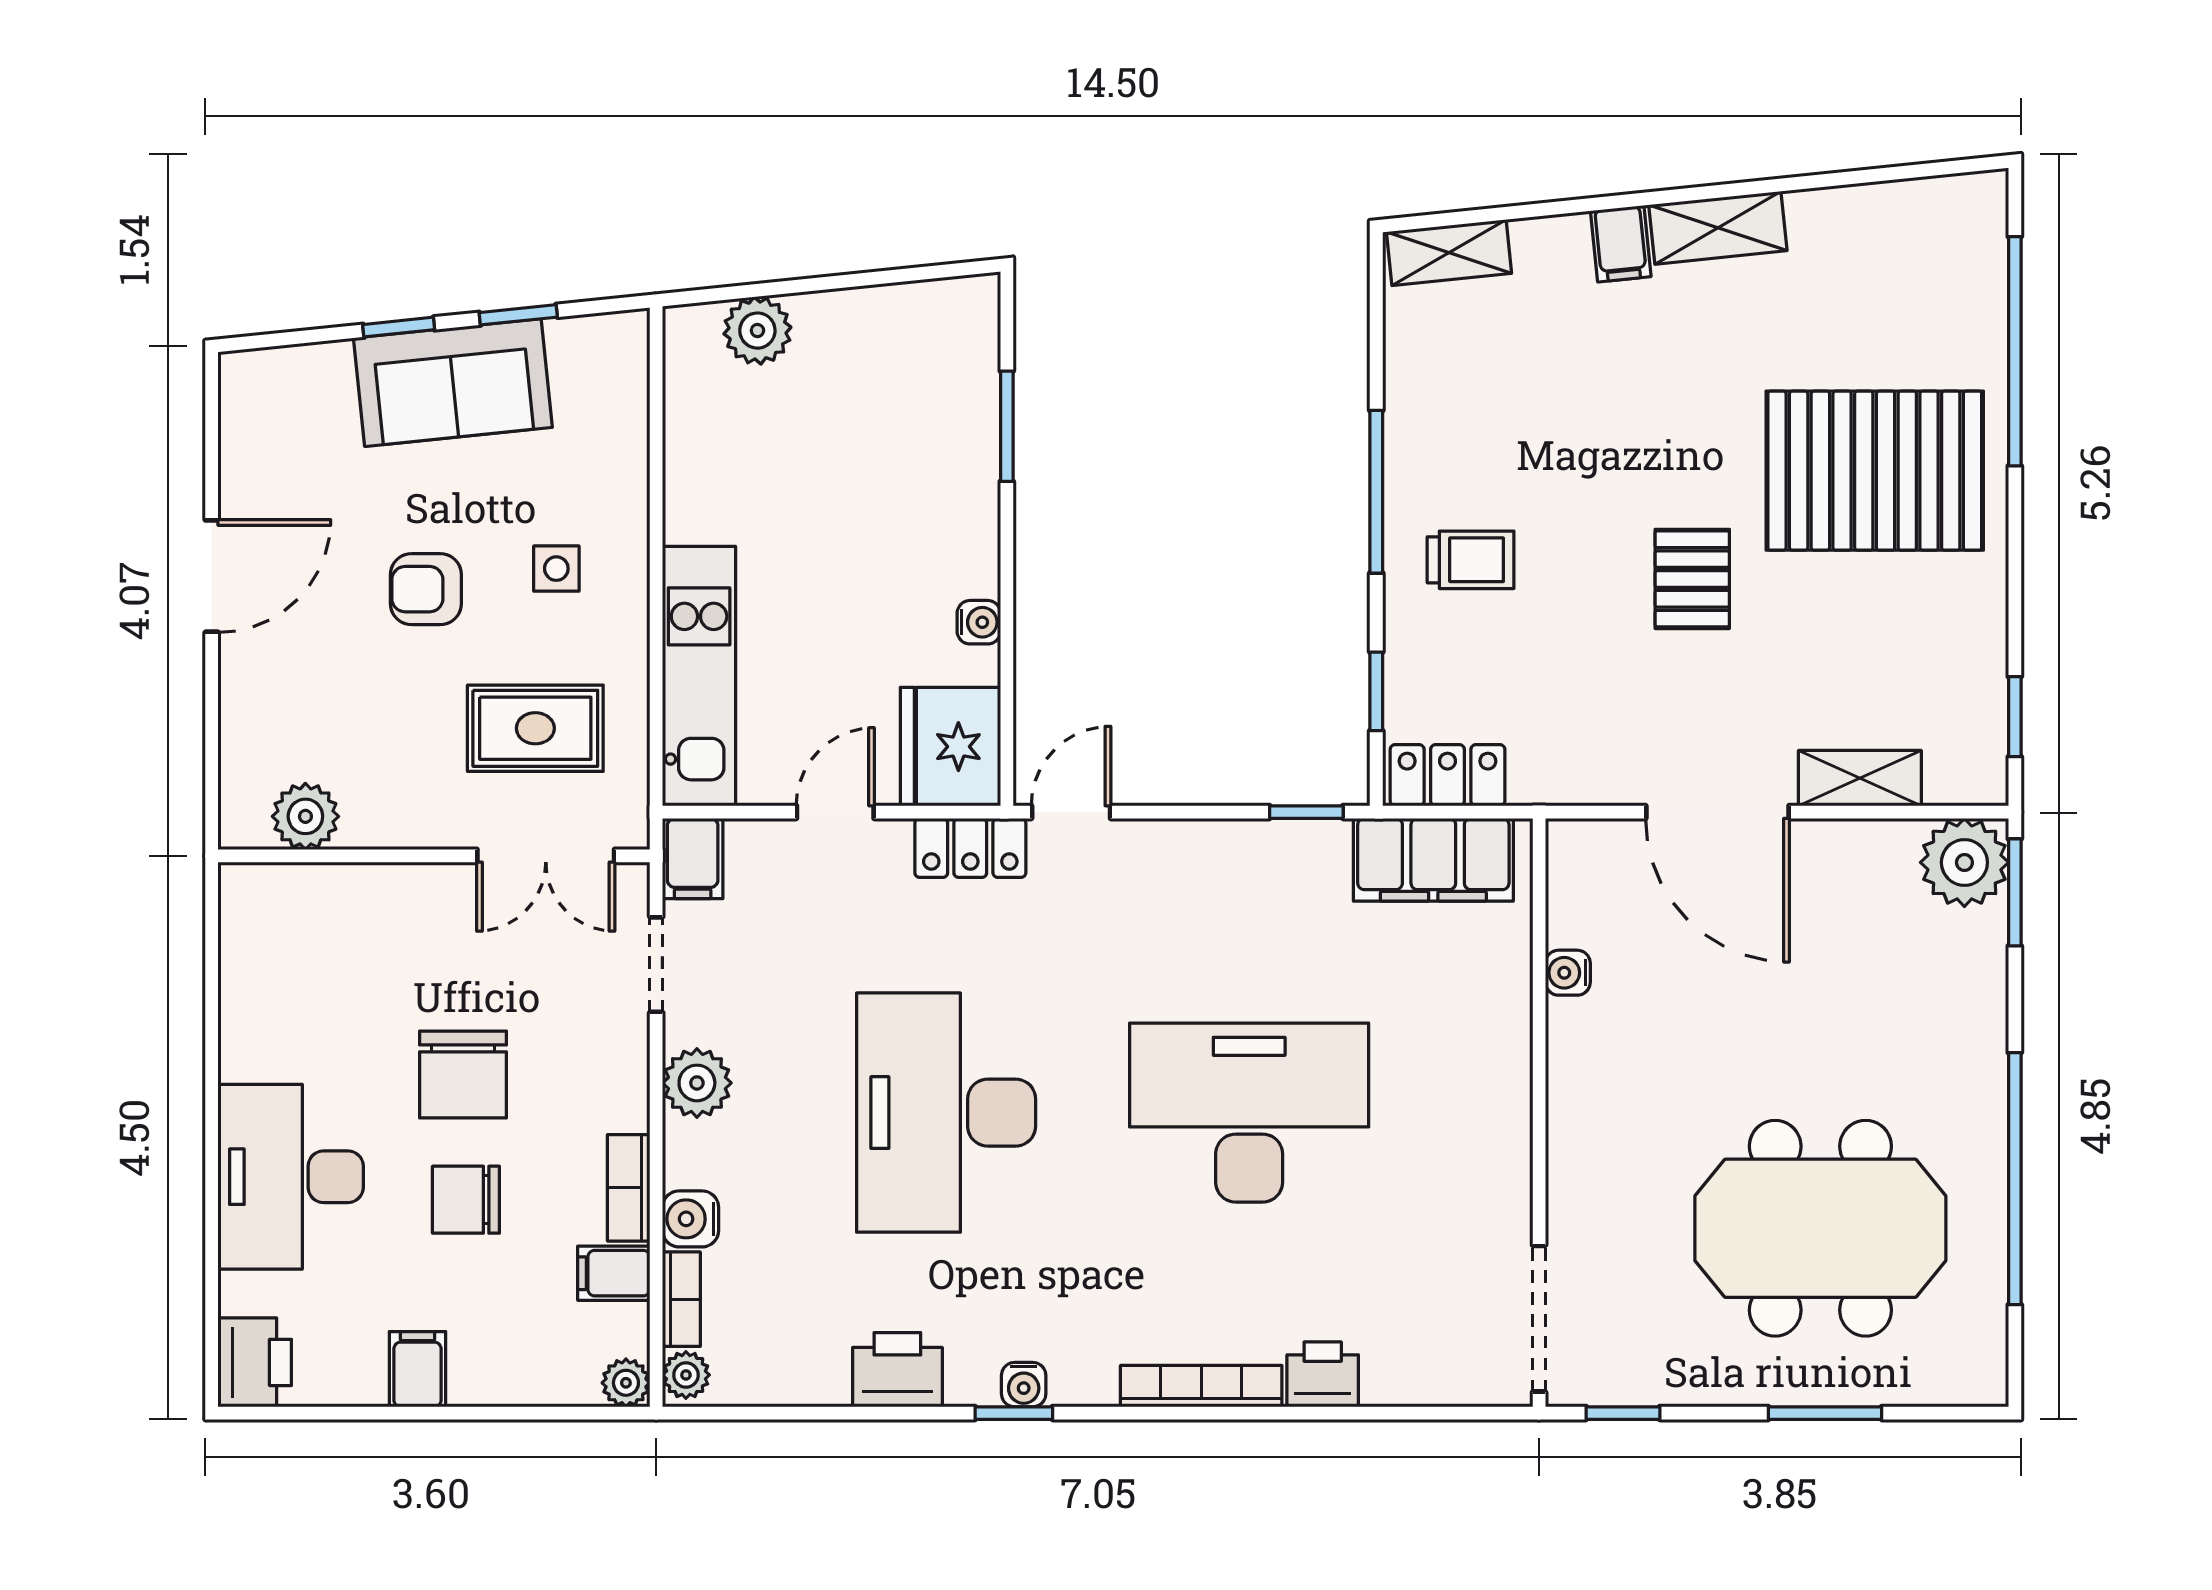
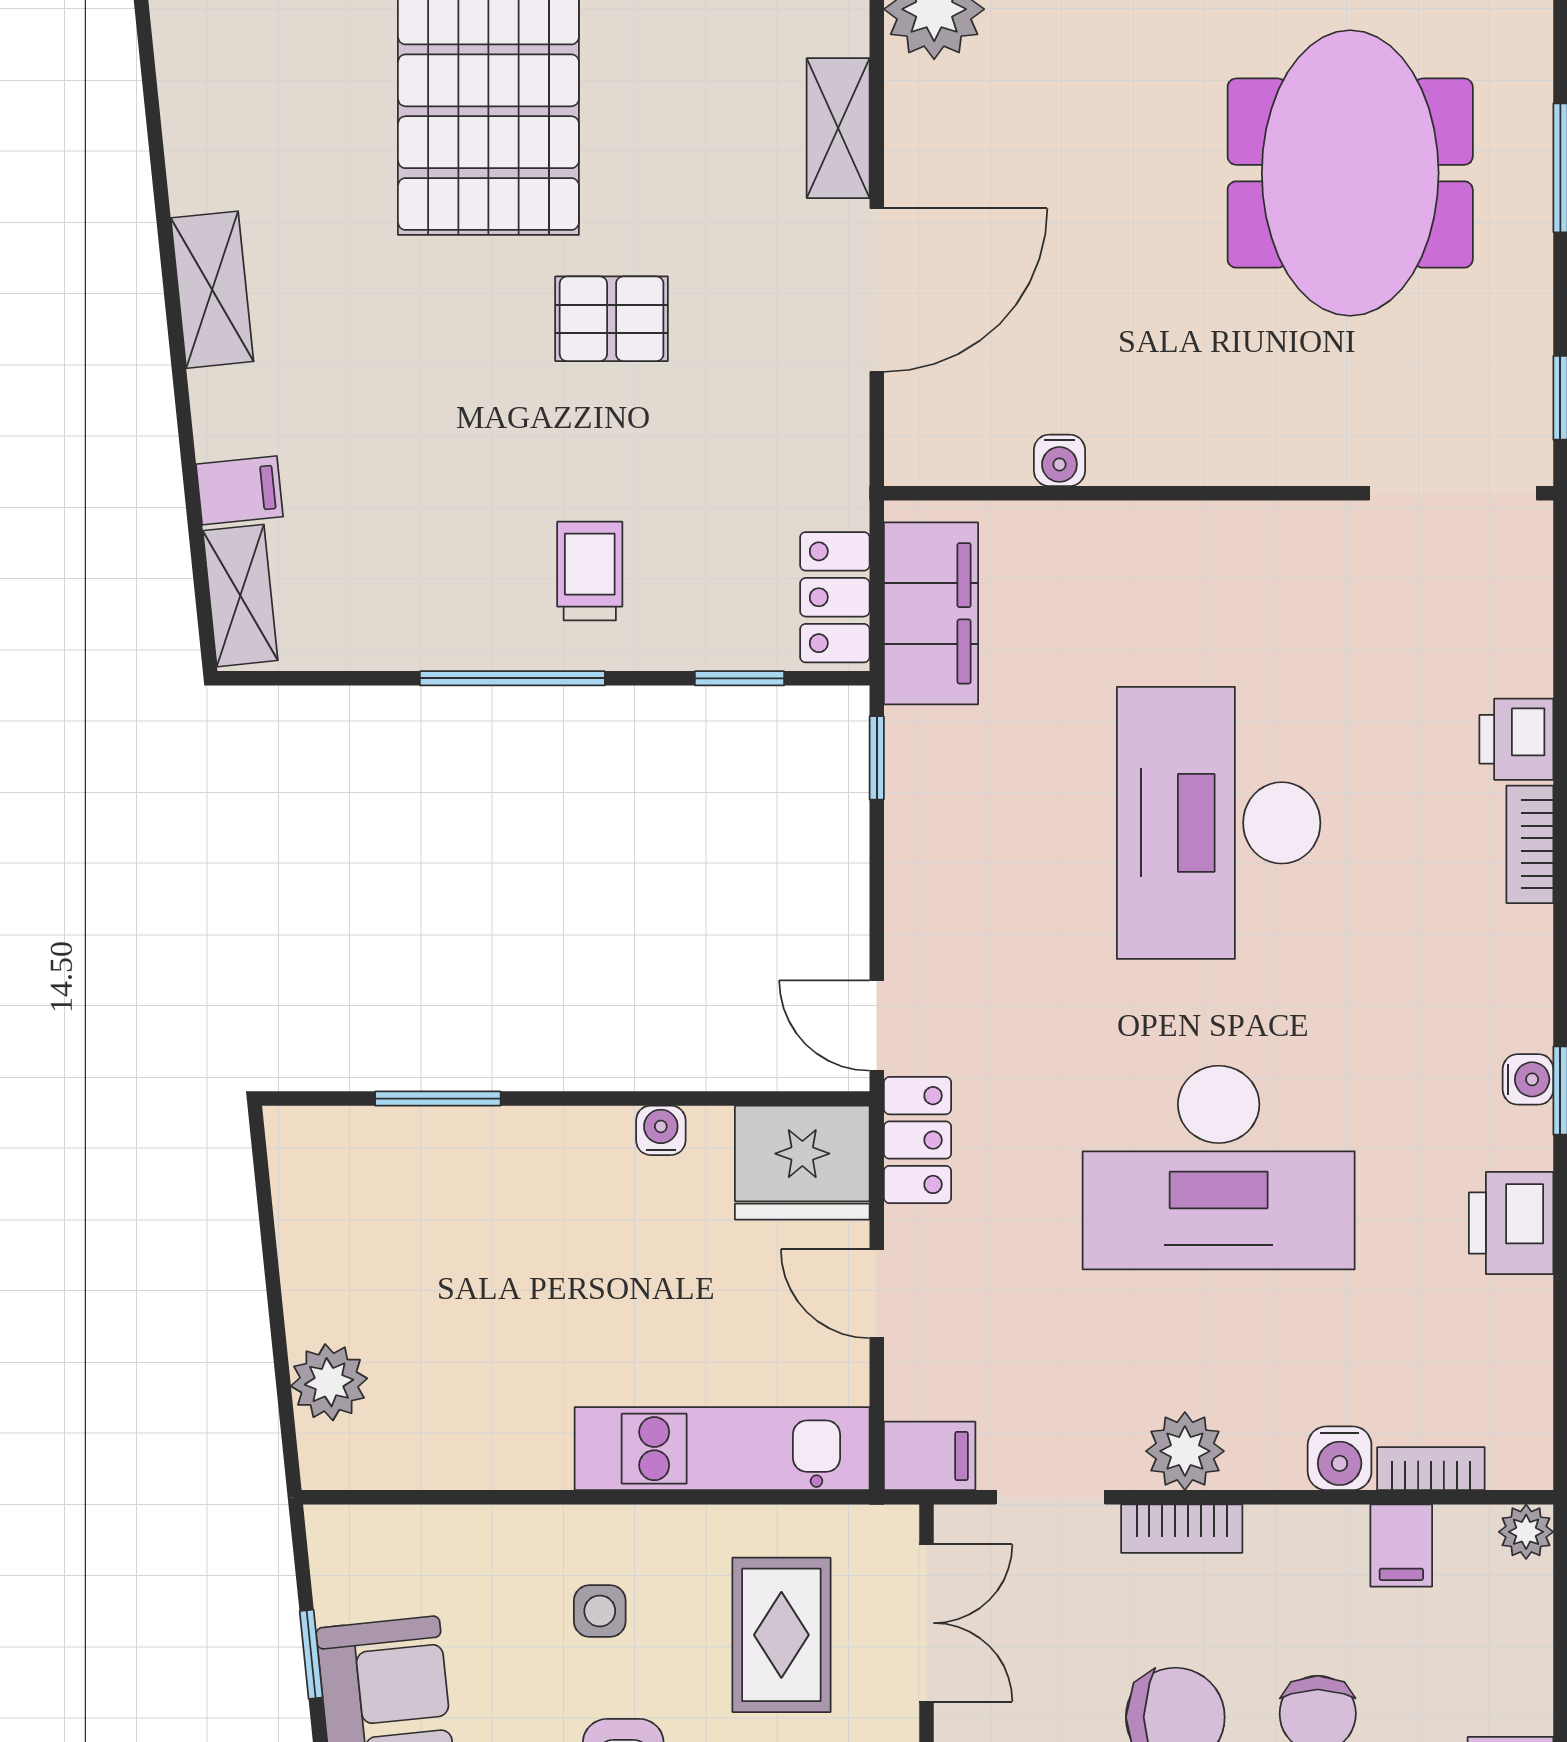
filing cabinet: (1621, 244) -> (240, 490), moved
bookcase: (629, 1188) -> (1182, 1529), moved
plant: (686, 1375) -> (1517, 1464), removed
bookcase: (1201, 1386) -> (1530, 844), width x0.64

